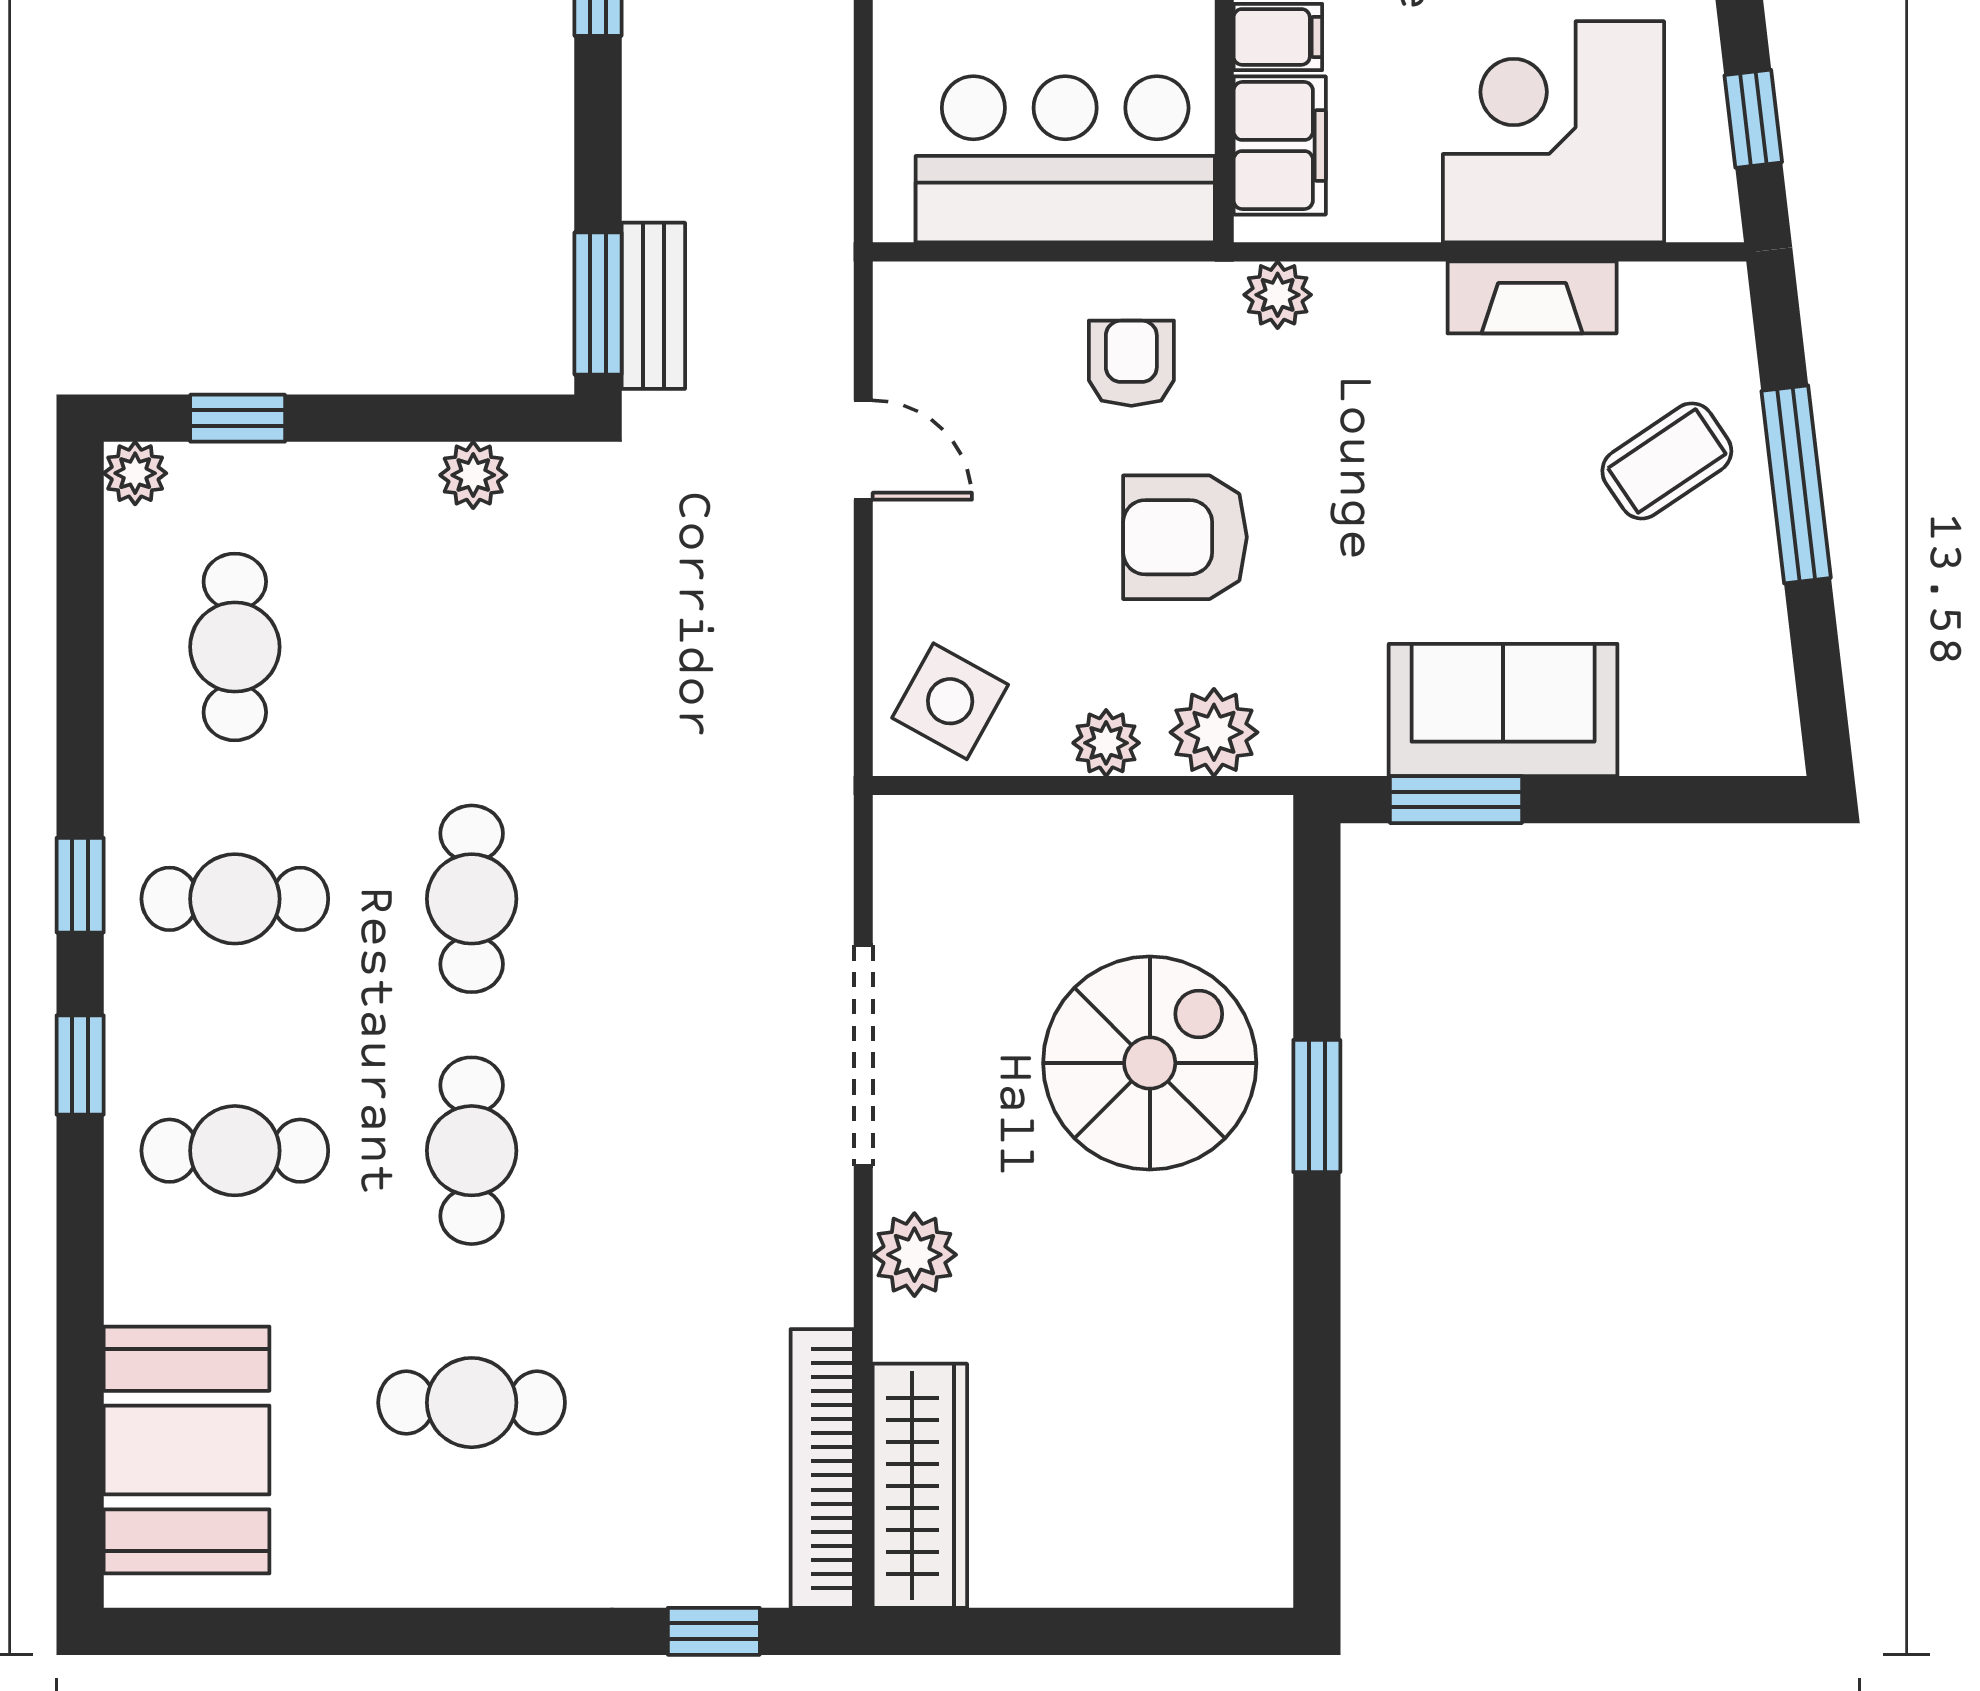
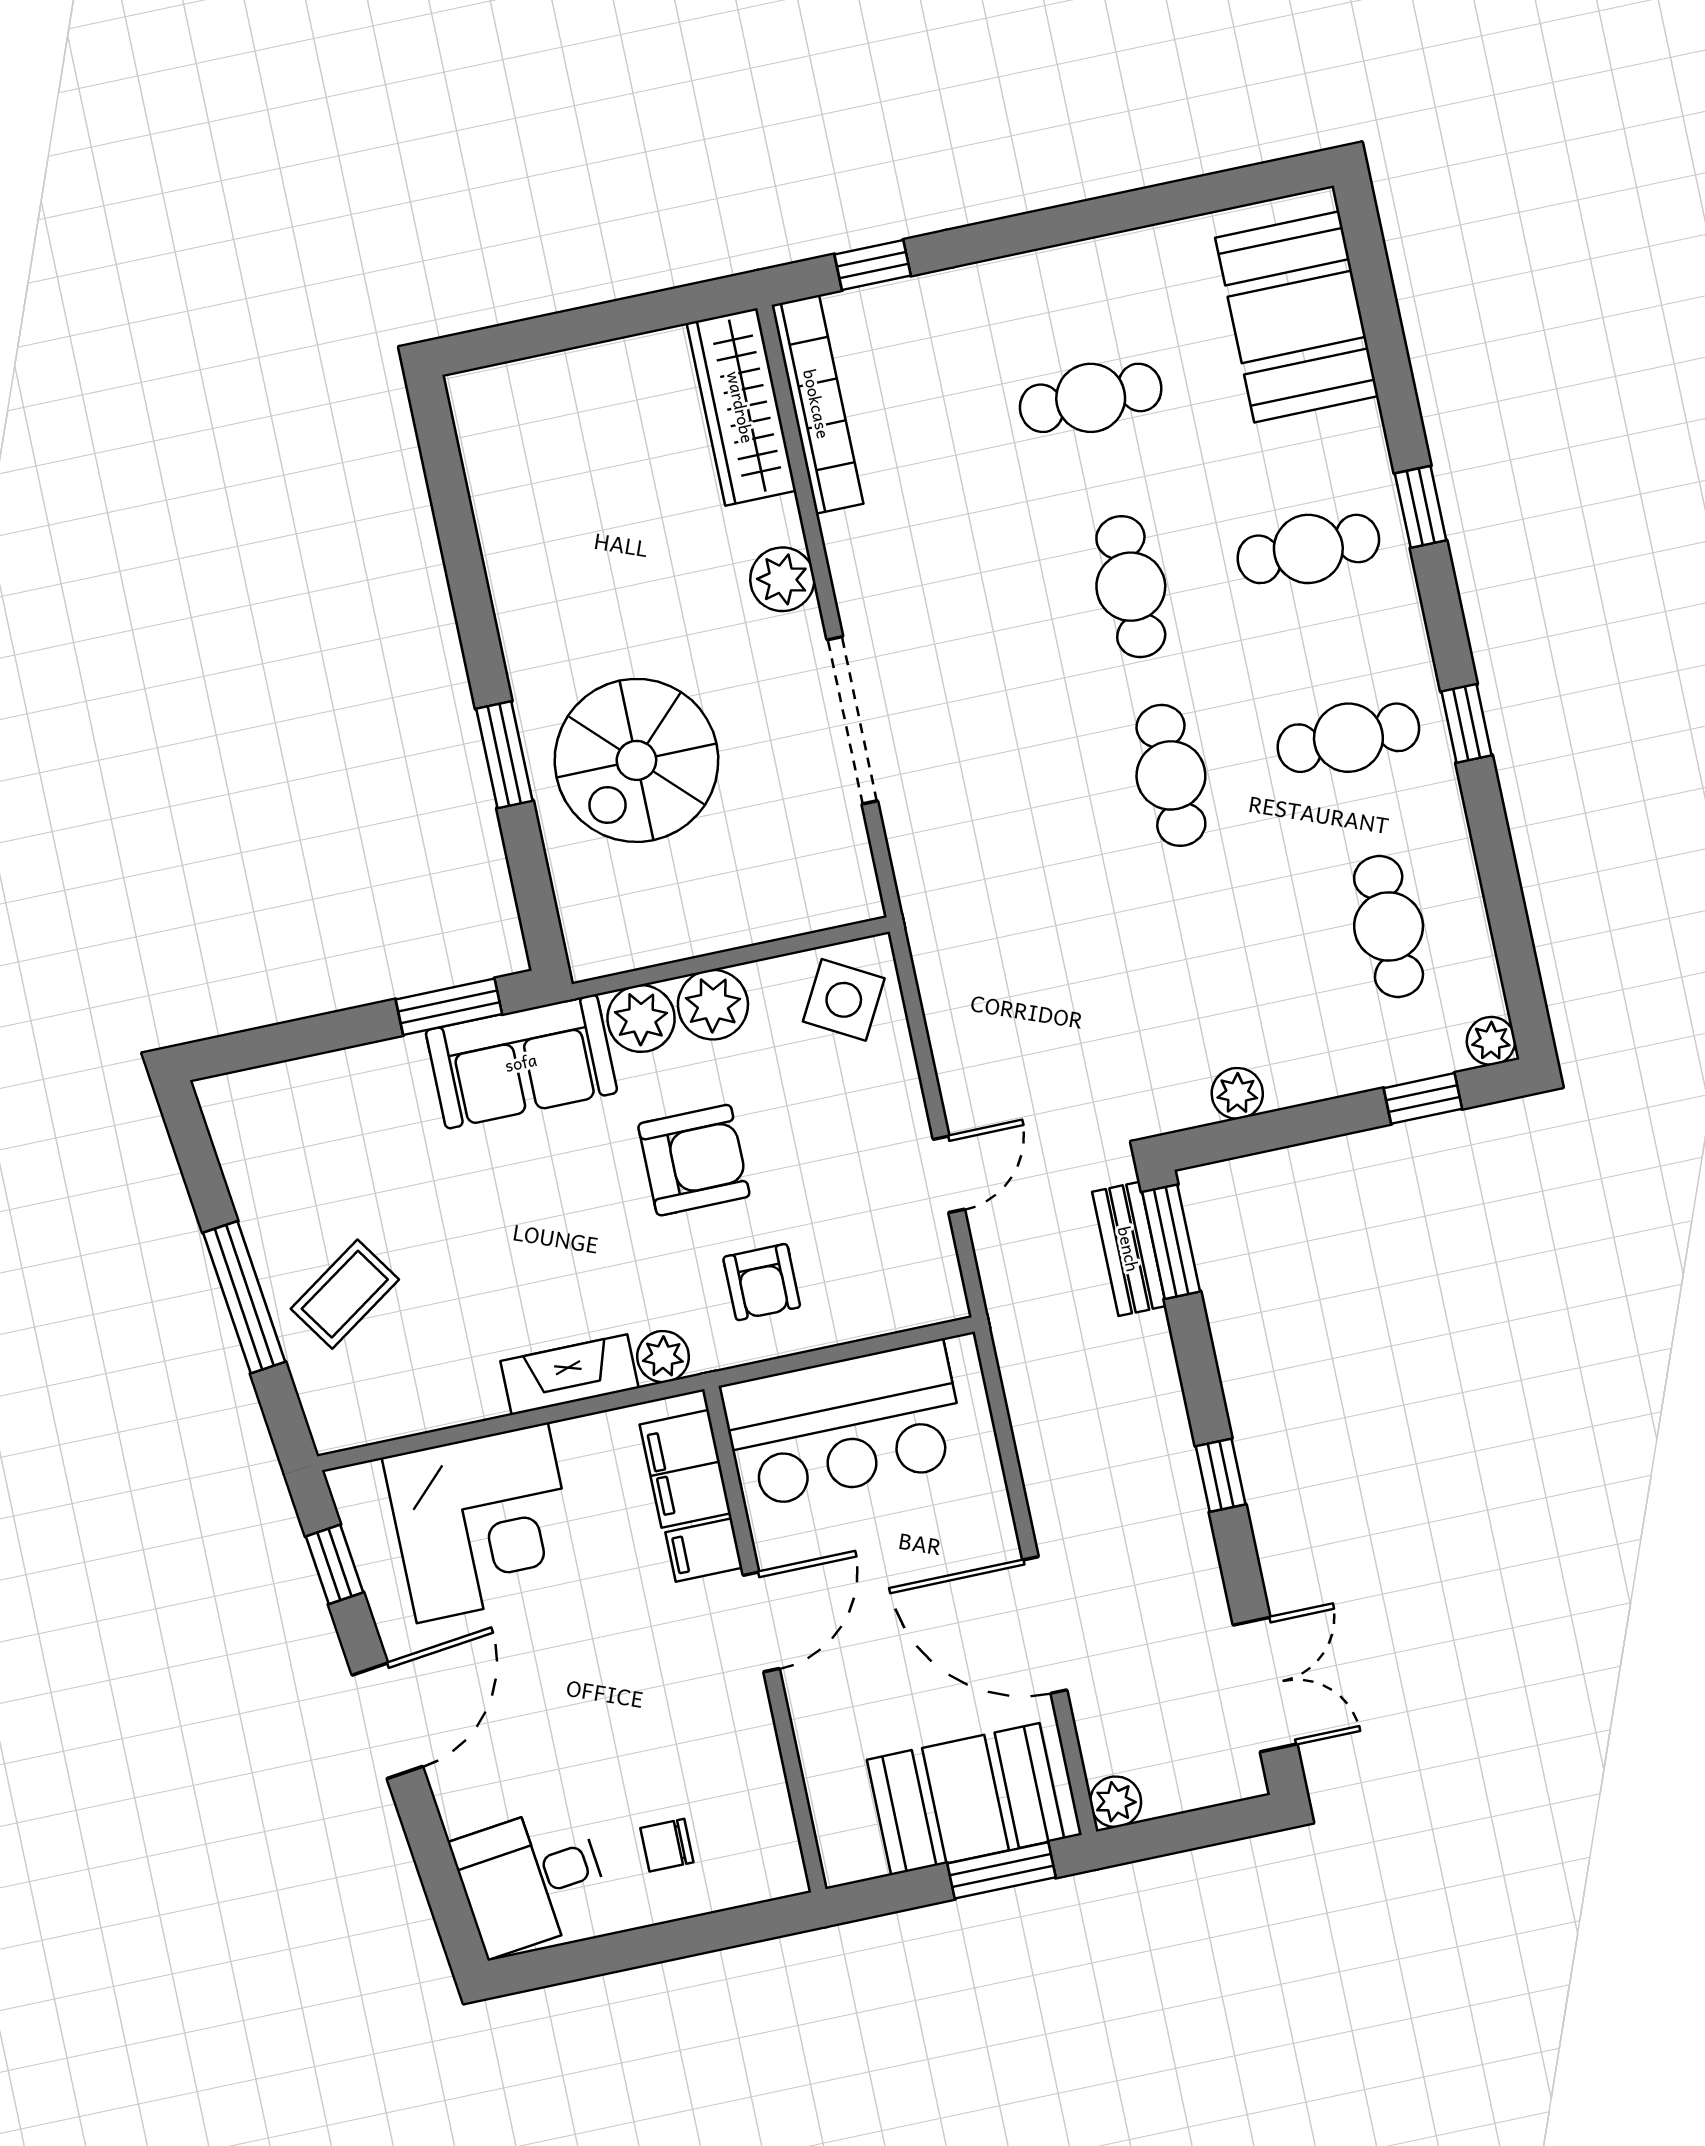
fireplace: (1532, 297) -> (569, 1375), moved
door: (863, 450) -> (949, 1174), swing flipped
sofa: (1503, 710) -> (521, 1062), moved
plant: (1106, 743) -> (713, 1005), width x1.38, depth x1.38
window: (80, 1065) -> (1421, 507), moved

